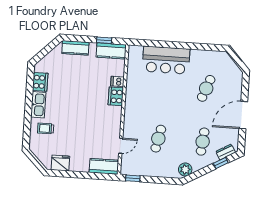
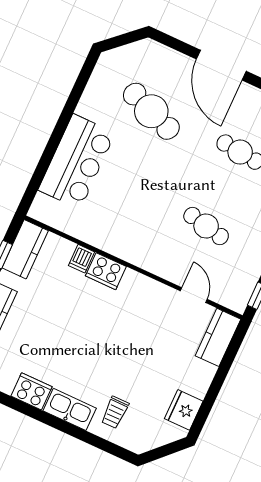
cafe table: (206, 88) -> (151, 111), width x1.37, depth x1.35

